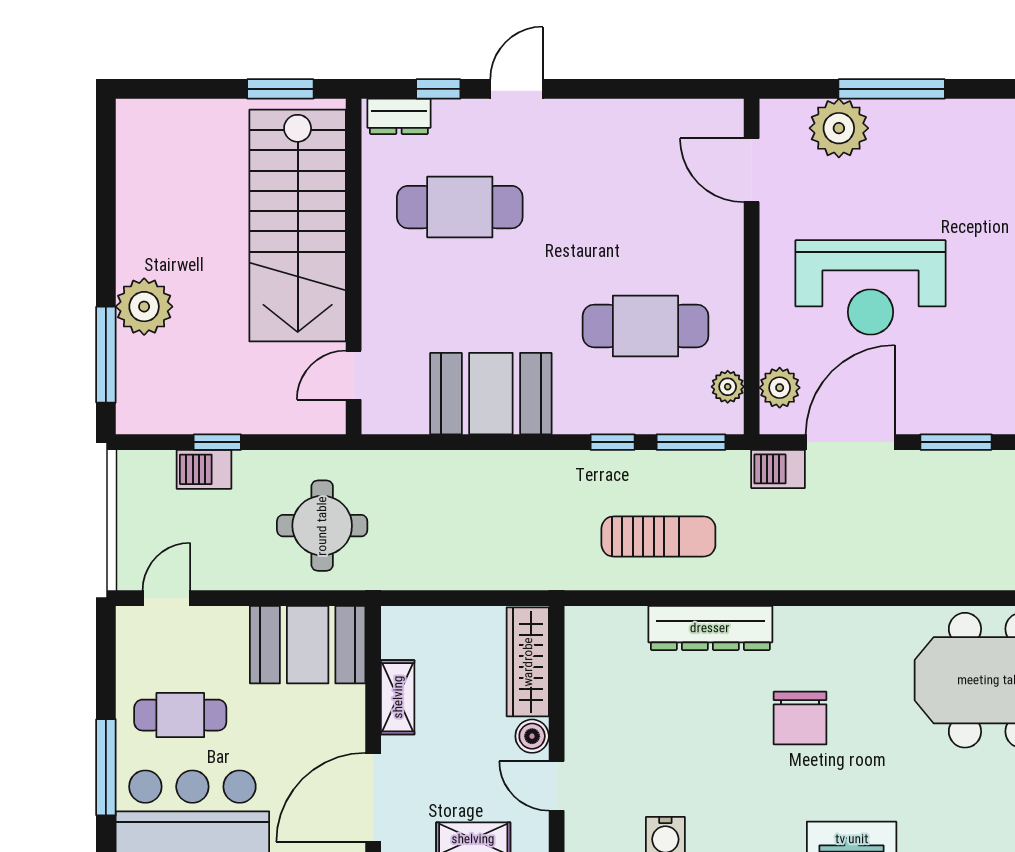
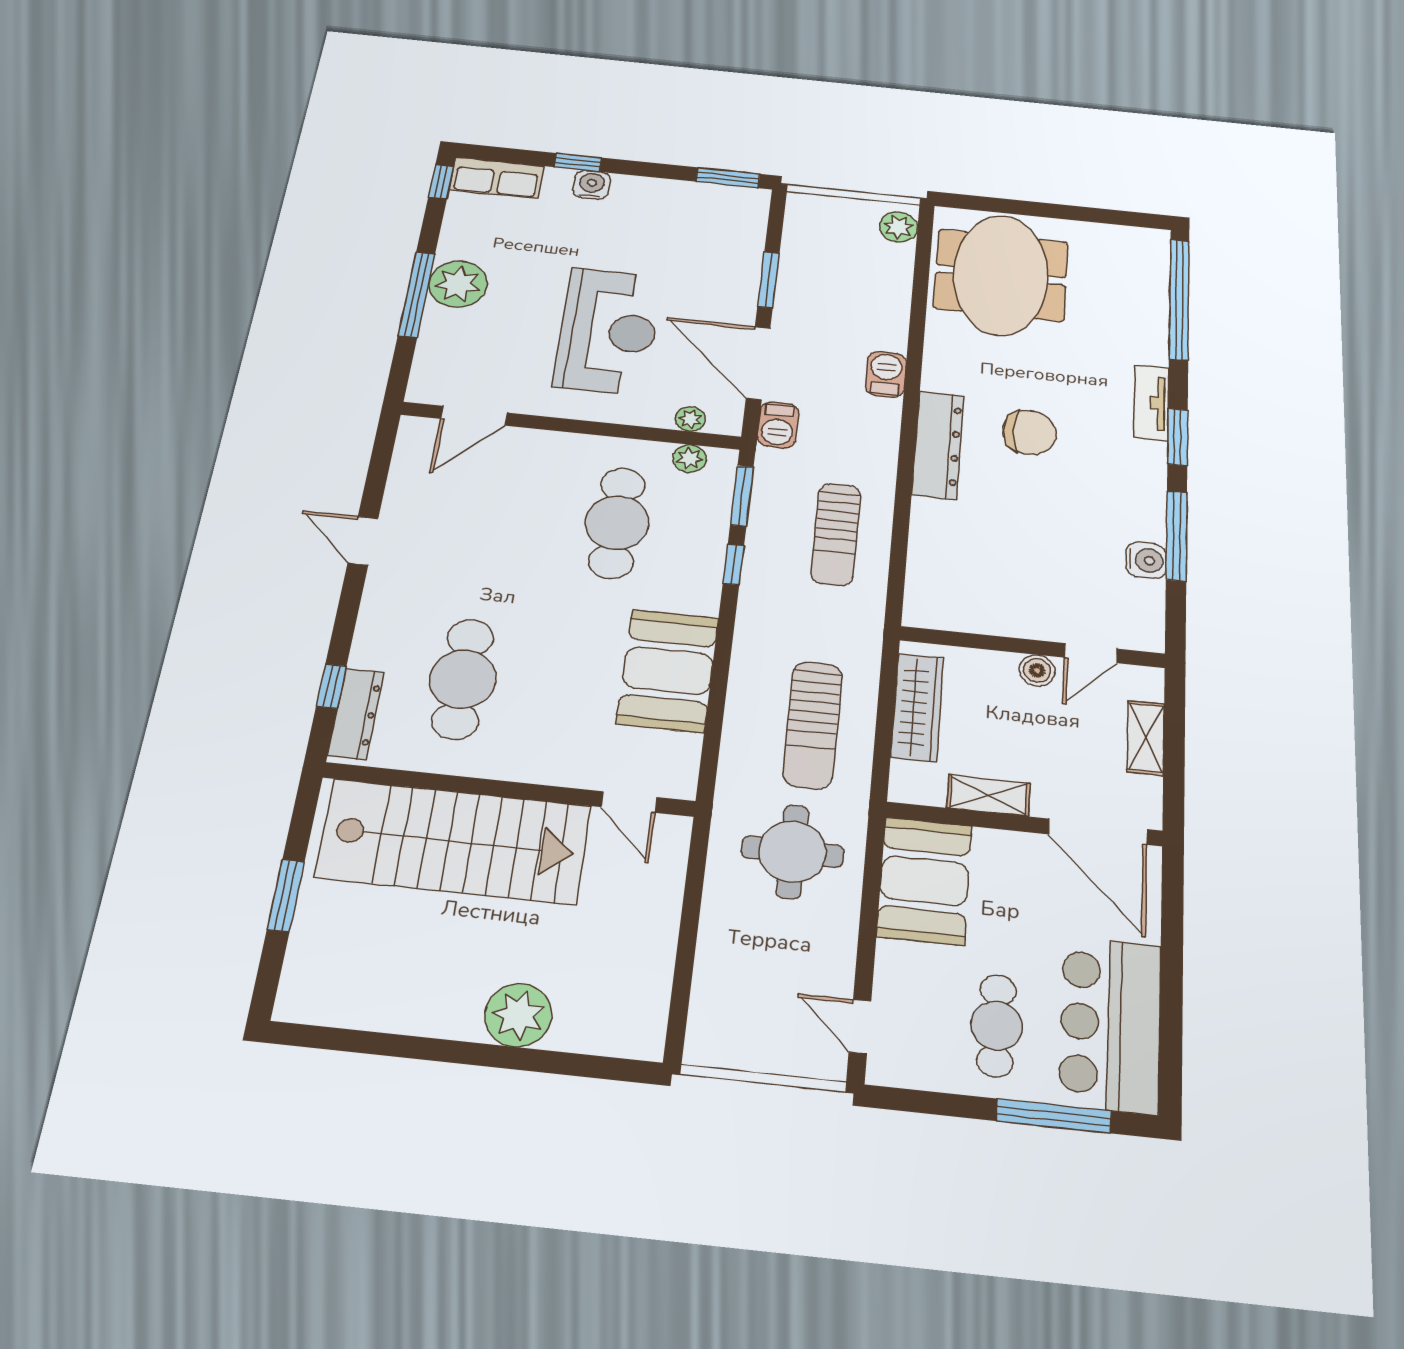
window: (280, 89) -> (286, 896), moved
door: (517, 89) -> (363, 541), moved
dresser: (399, 116) -> (356, 714), width x1.44
plant: (839, 128) -> (458, 284), moved
window: (106, 355) -> (568, 1064), removed
plant: (780, 388) -> (690, 419), width x0.73, depth x0.73
window: (217, 442) -> (686, 952), removed
barbecue: (204, 469) -> (886, 374), moved, turned 180
sun lounger: (451, 532) -> (813, 725), added
sun lounger: (658, 536) -> (836, 534), turned 180
dresser: (710, 628) -> (938, 445), moved
wardrobe: (528, 662) -> (917, 707), moved, turned -90

